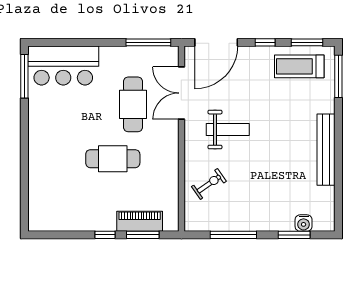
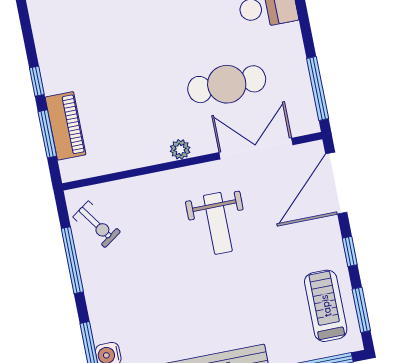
door: (216, 42) -> (336, 183), hinge flipped
plant: (172, 145) -> (180, 149), added
cafe table: (113, 159) -> (145, 71), removed
exercise bike: (209, 184) -> (97, 224), moved

